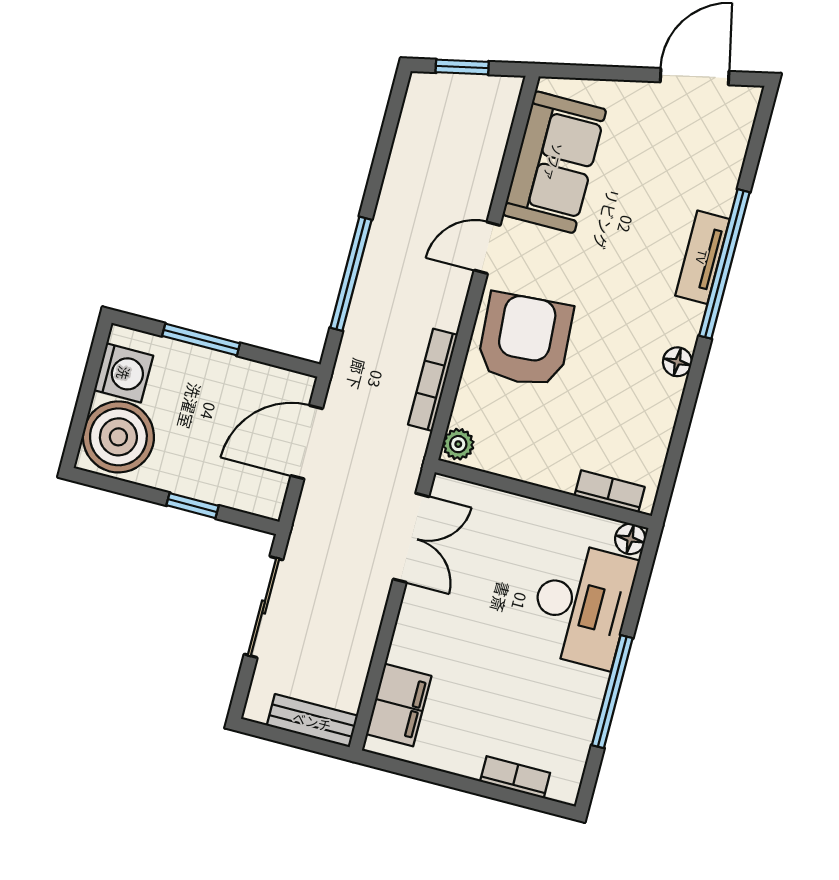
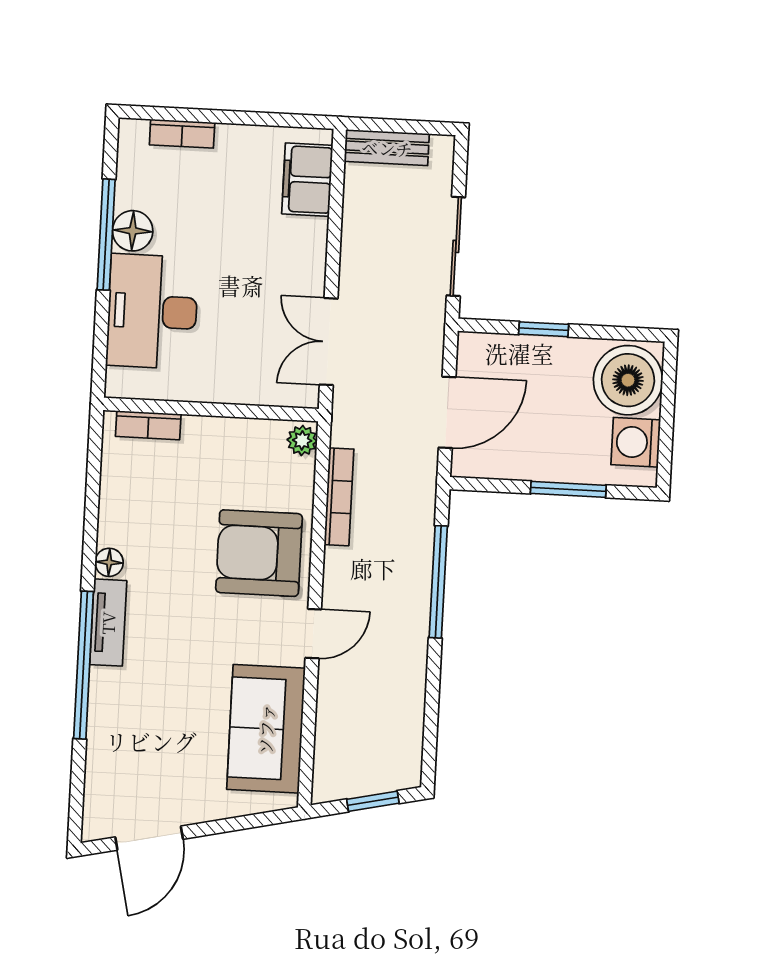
tv unit: (702, 257) -> (108, 623), moved
armchair: (525, 340) -> (259, 553), turned 94
floor lamp: (630, 539) -> (133, 231), moved, width x1.37, depth x1.37

